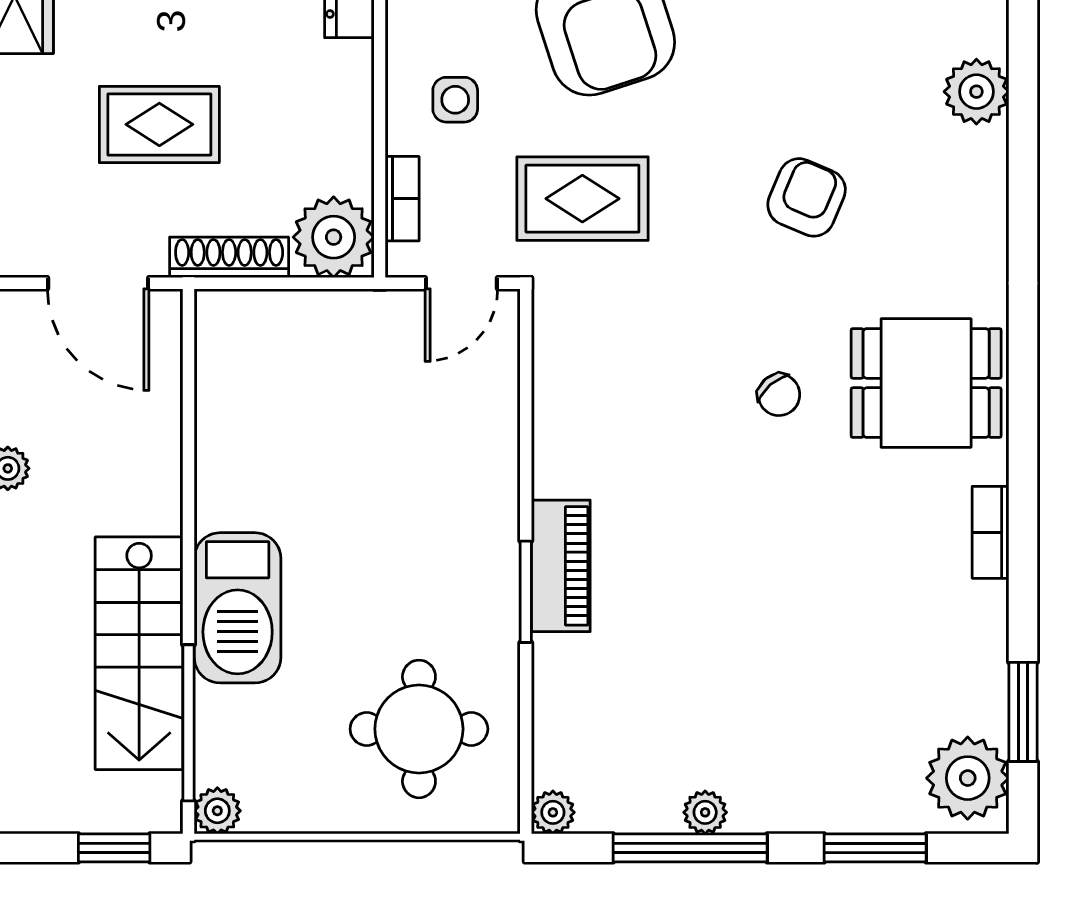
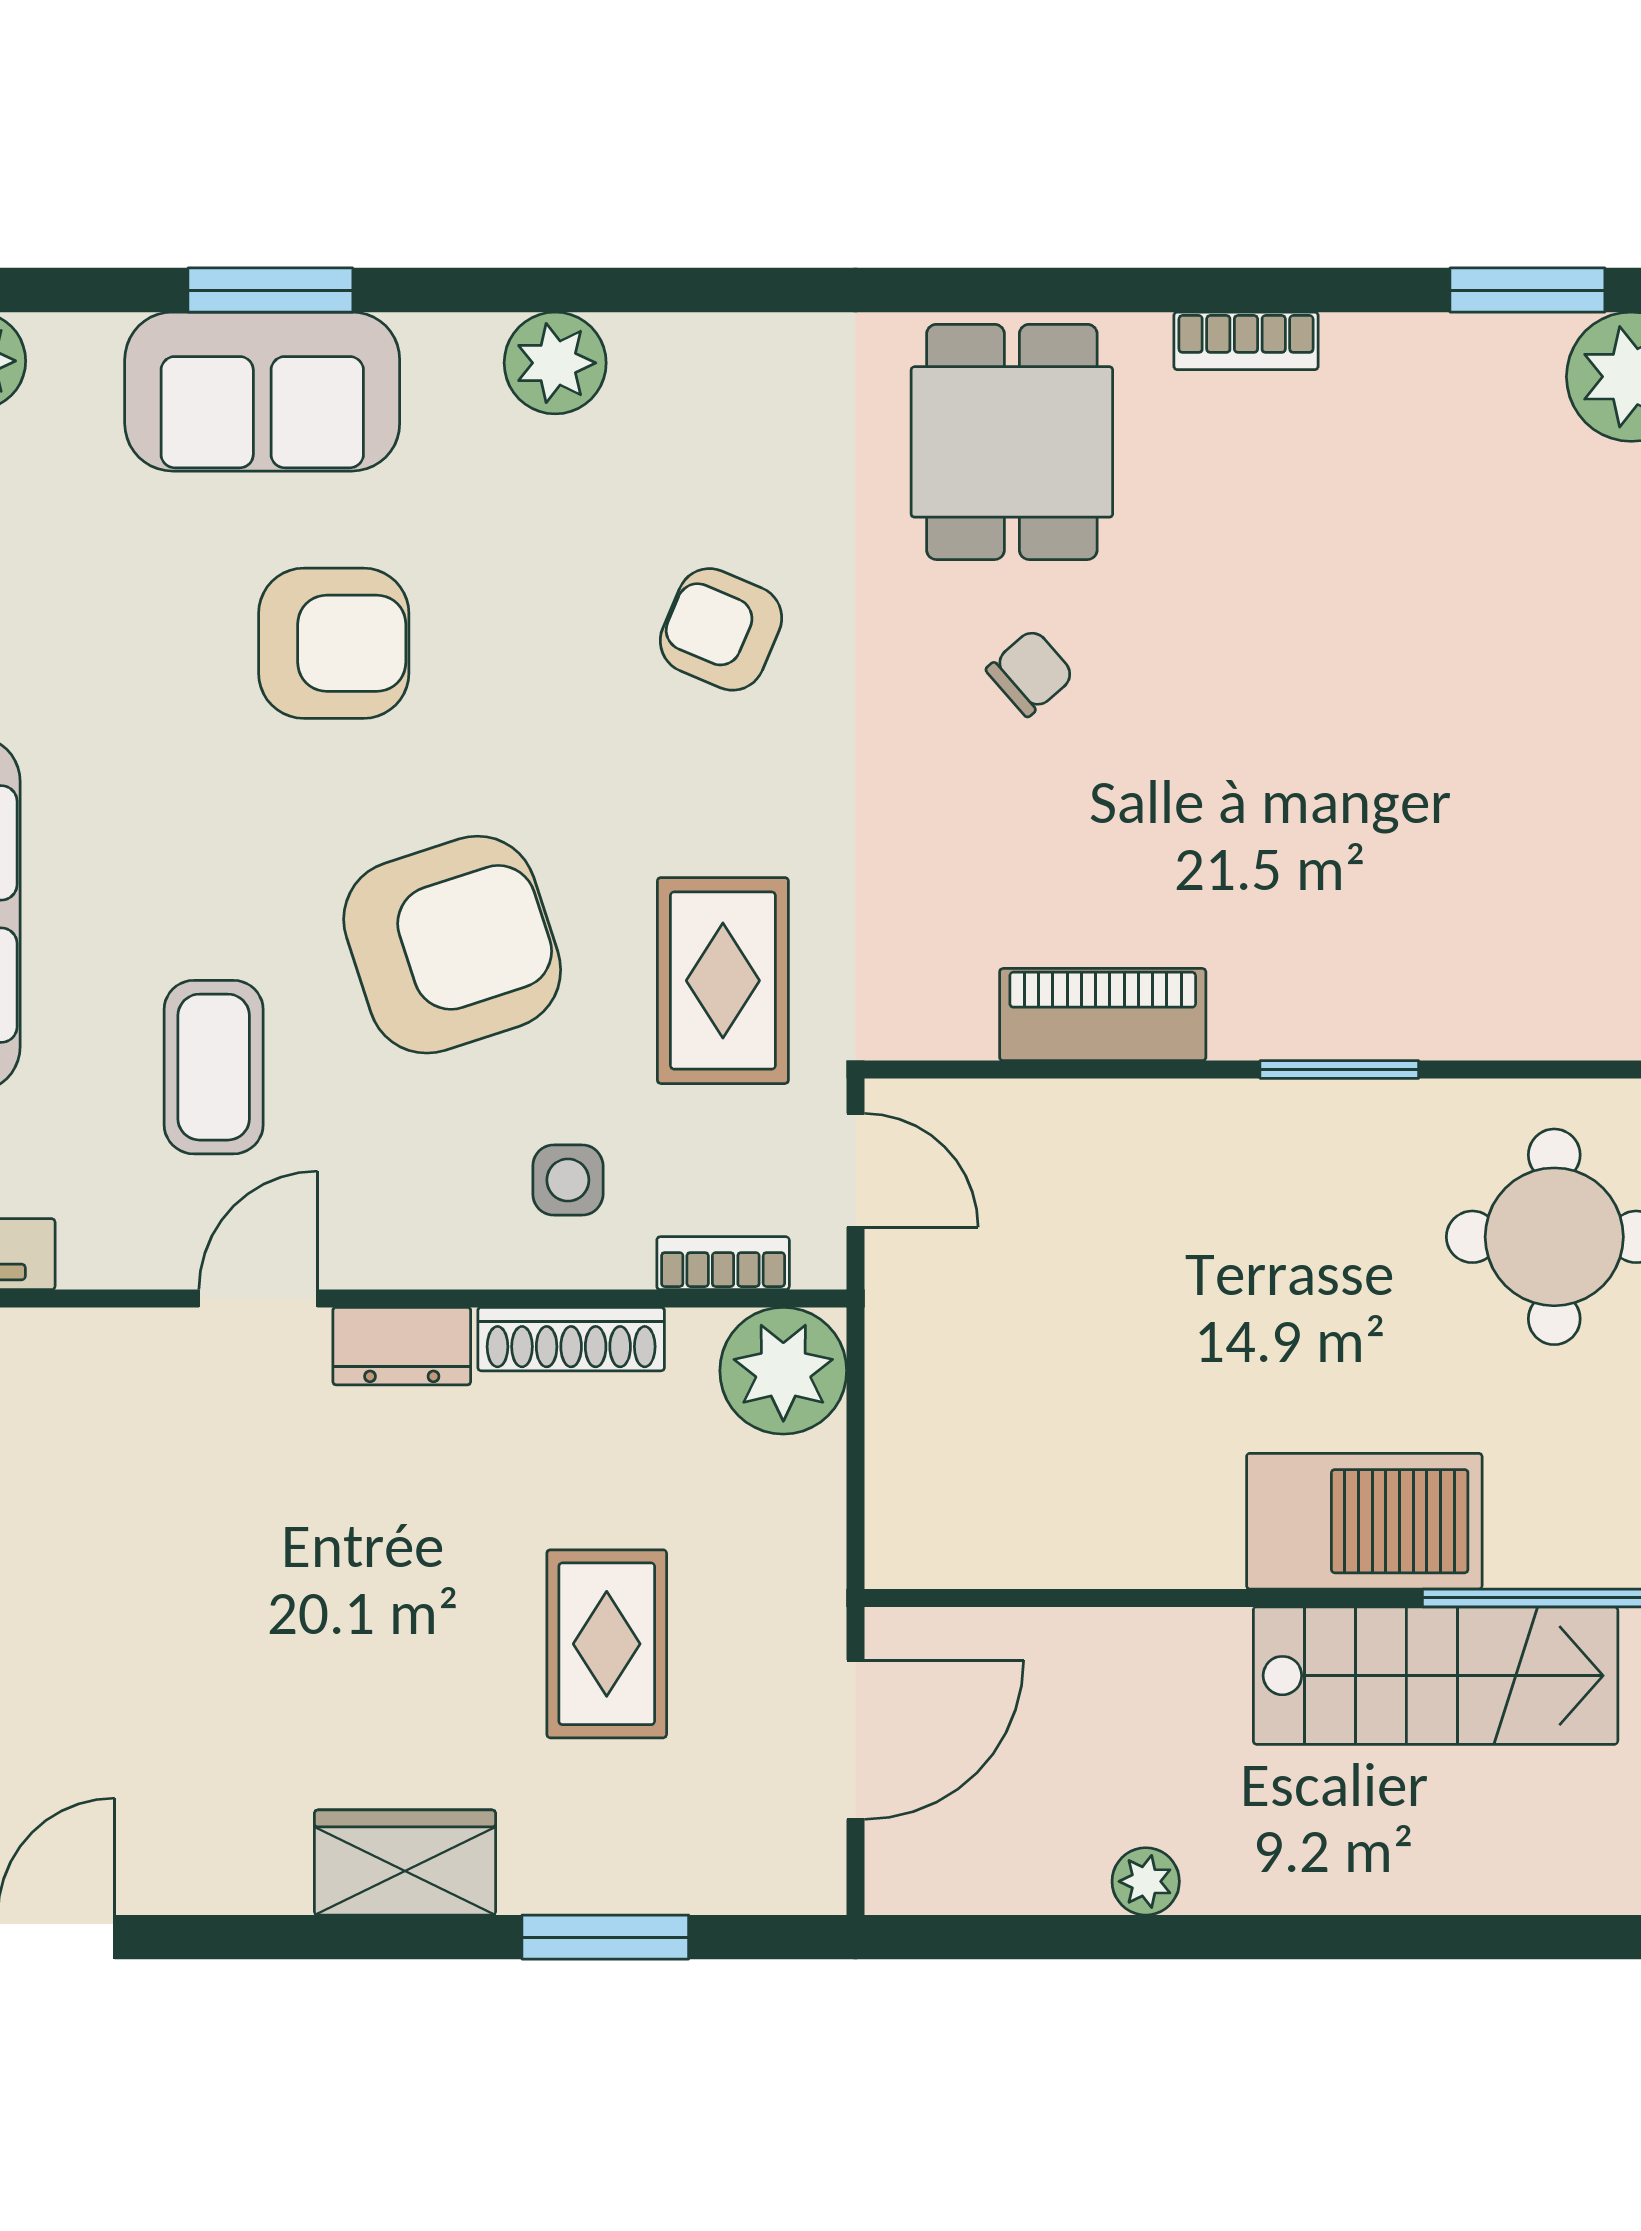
shoe rack: (229, 257) -> (571, 1339), moved, turned -90
piano: (561, 566) -> (1103, 1015), moved

